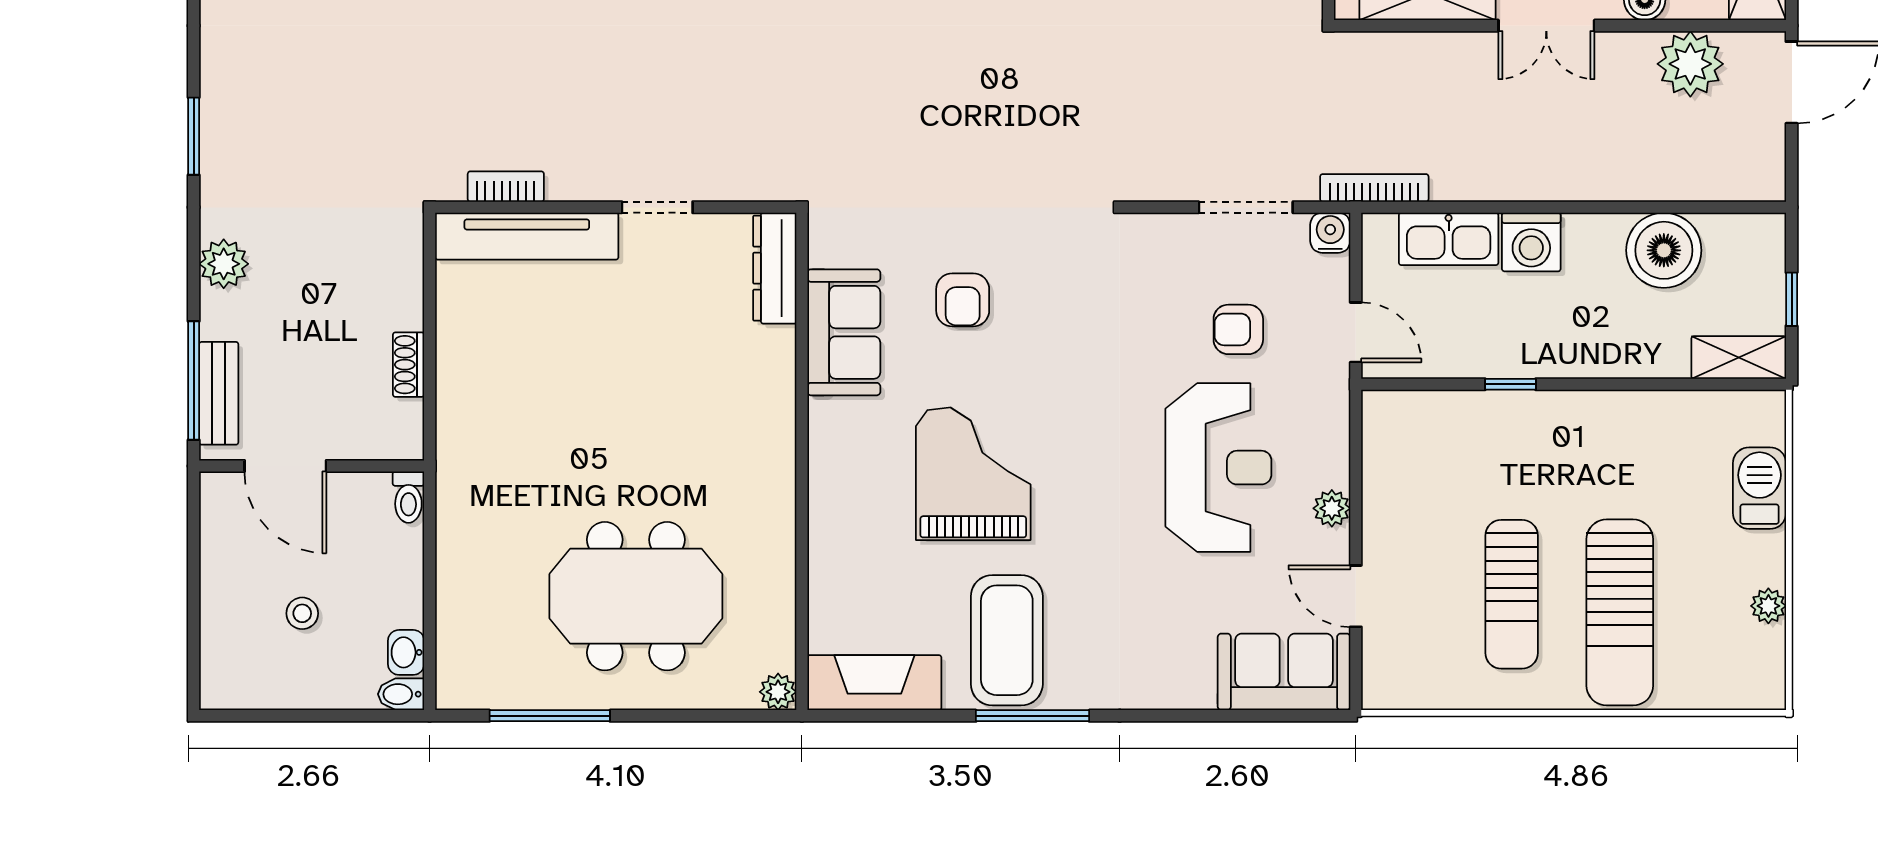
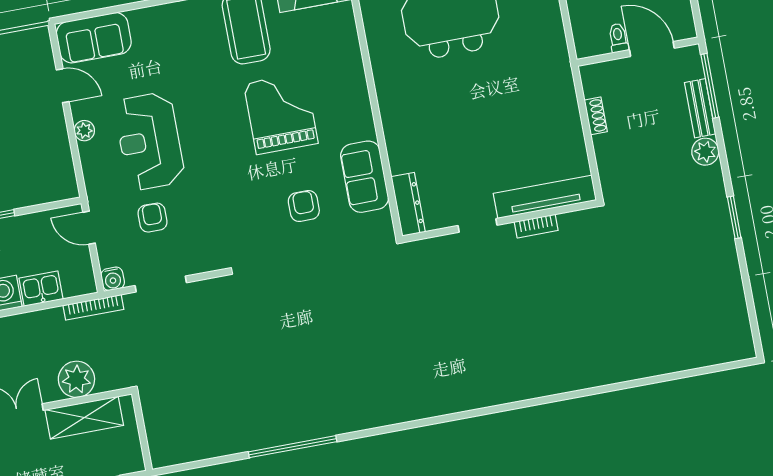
plant: (1429, 64) -> (76, 379), added
bookcase: (506, 187) -> (536, 226), moved
kitchen sink: (1449, 239) -> (41, 289), width x0.73
armchair: (1238, 329) -> (153, 218), turned -90
bench: (219, 393) -> (700, 108), moved
grand piano: (973, 474) -> (281, 113), turned 180
toilet: (408, 497) -> (618, 38), moved

